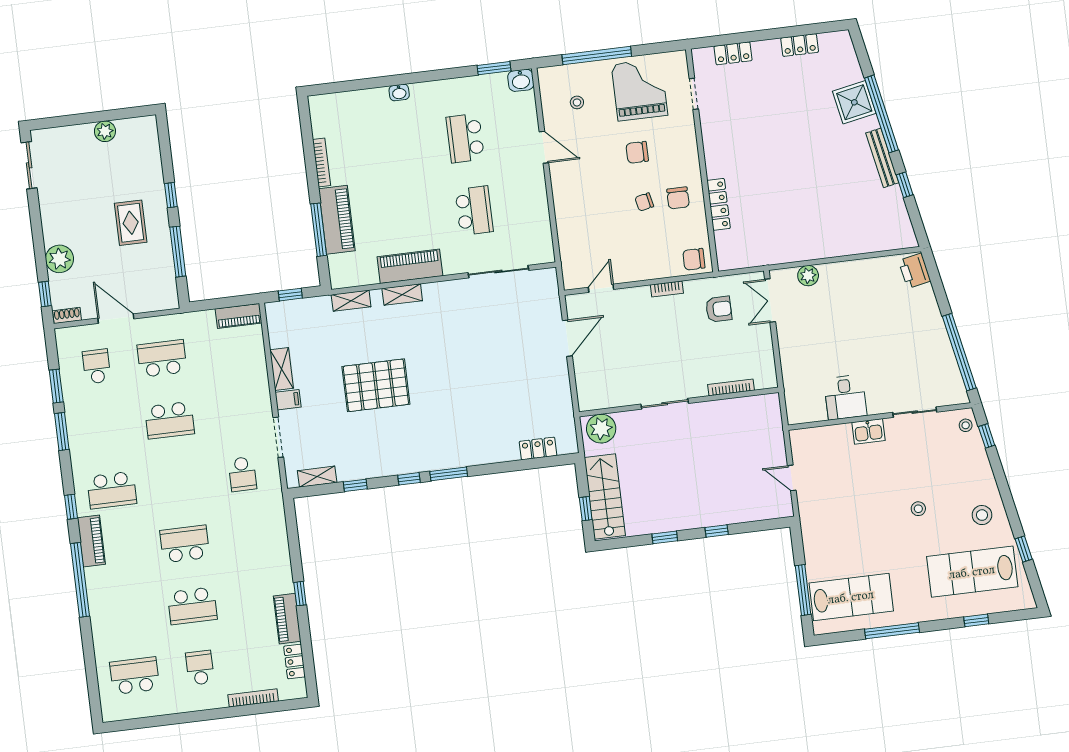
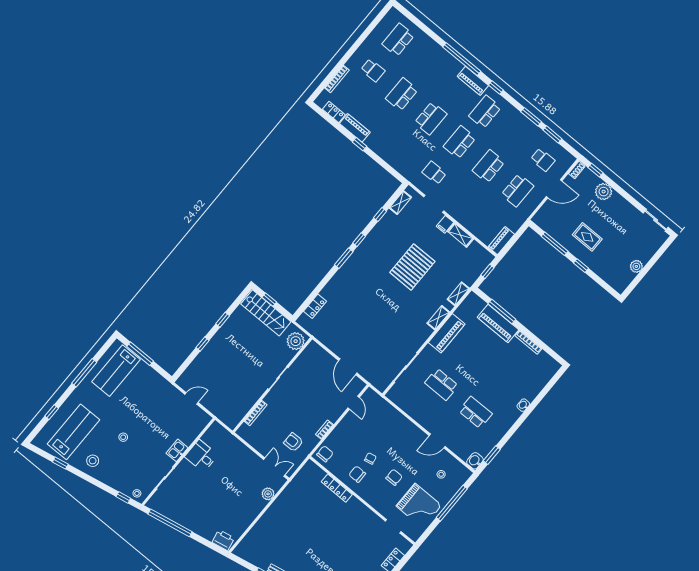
armchair: (719, 309) -> (293, 442), turned 90
school desk: (177, 482) -> (460, 142), added
school desk: (135, 676) -> (398, 40), turned 180

